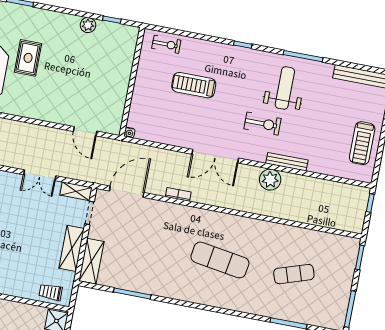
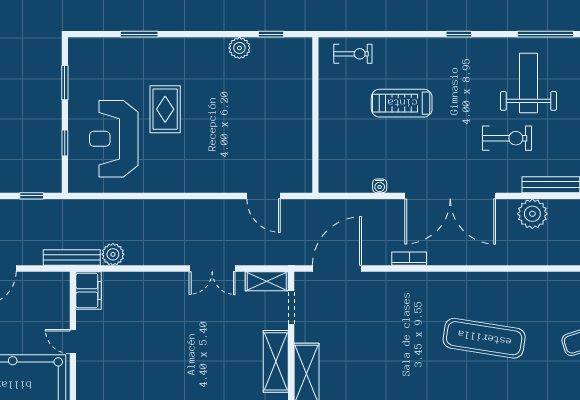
water cooler: (130, 133) -> (380, 186), moved
double door: (215, 156) -> (450, 196), width x1.36

